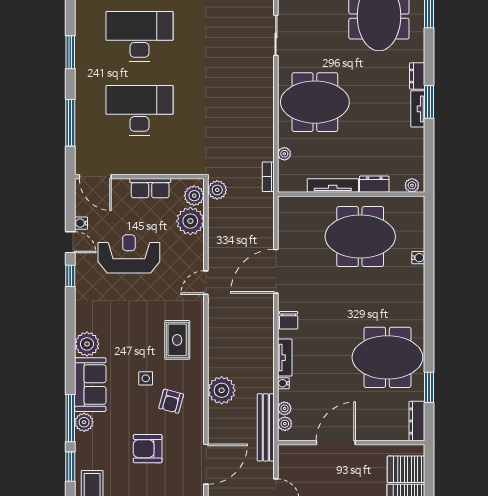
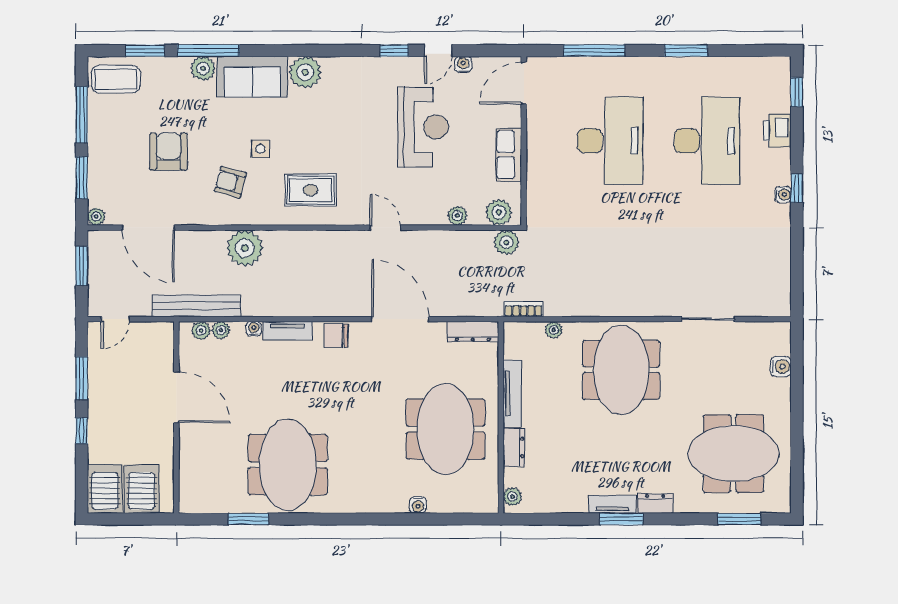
plant: (190, 221) -> (457, 216), width x0.53, depth x0.53
dresser: (417, 421) -> (473, 331), moved, turned 180

